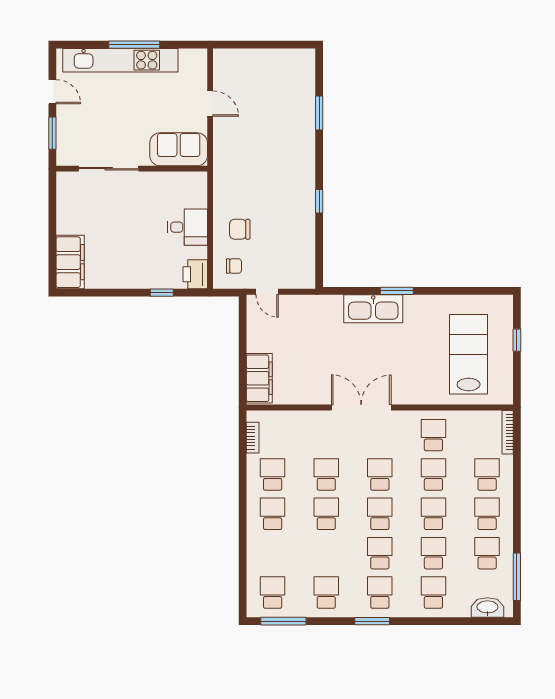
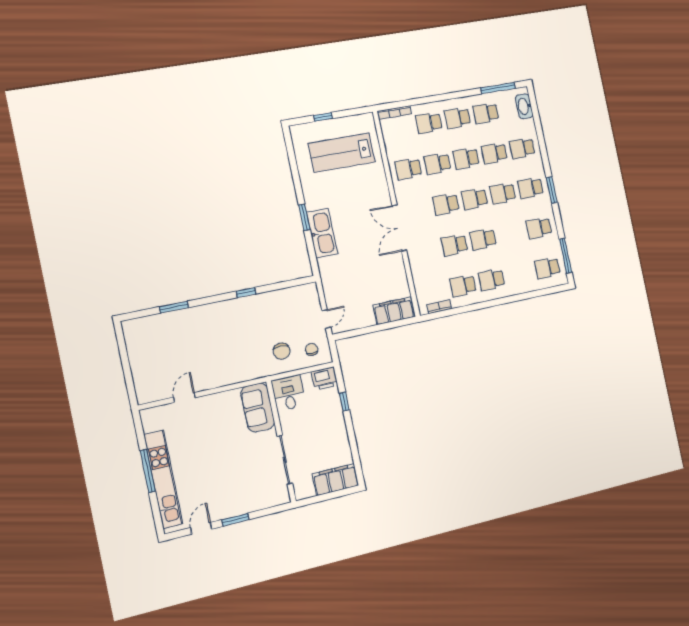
sofa: (179, 149) -> (258, 407), moved
sliding door: (109, 169) -> (285, 460), moved
wall: (132, 169) -> (281, 441), moved

